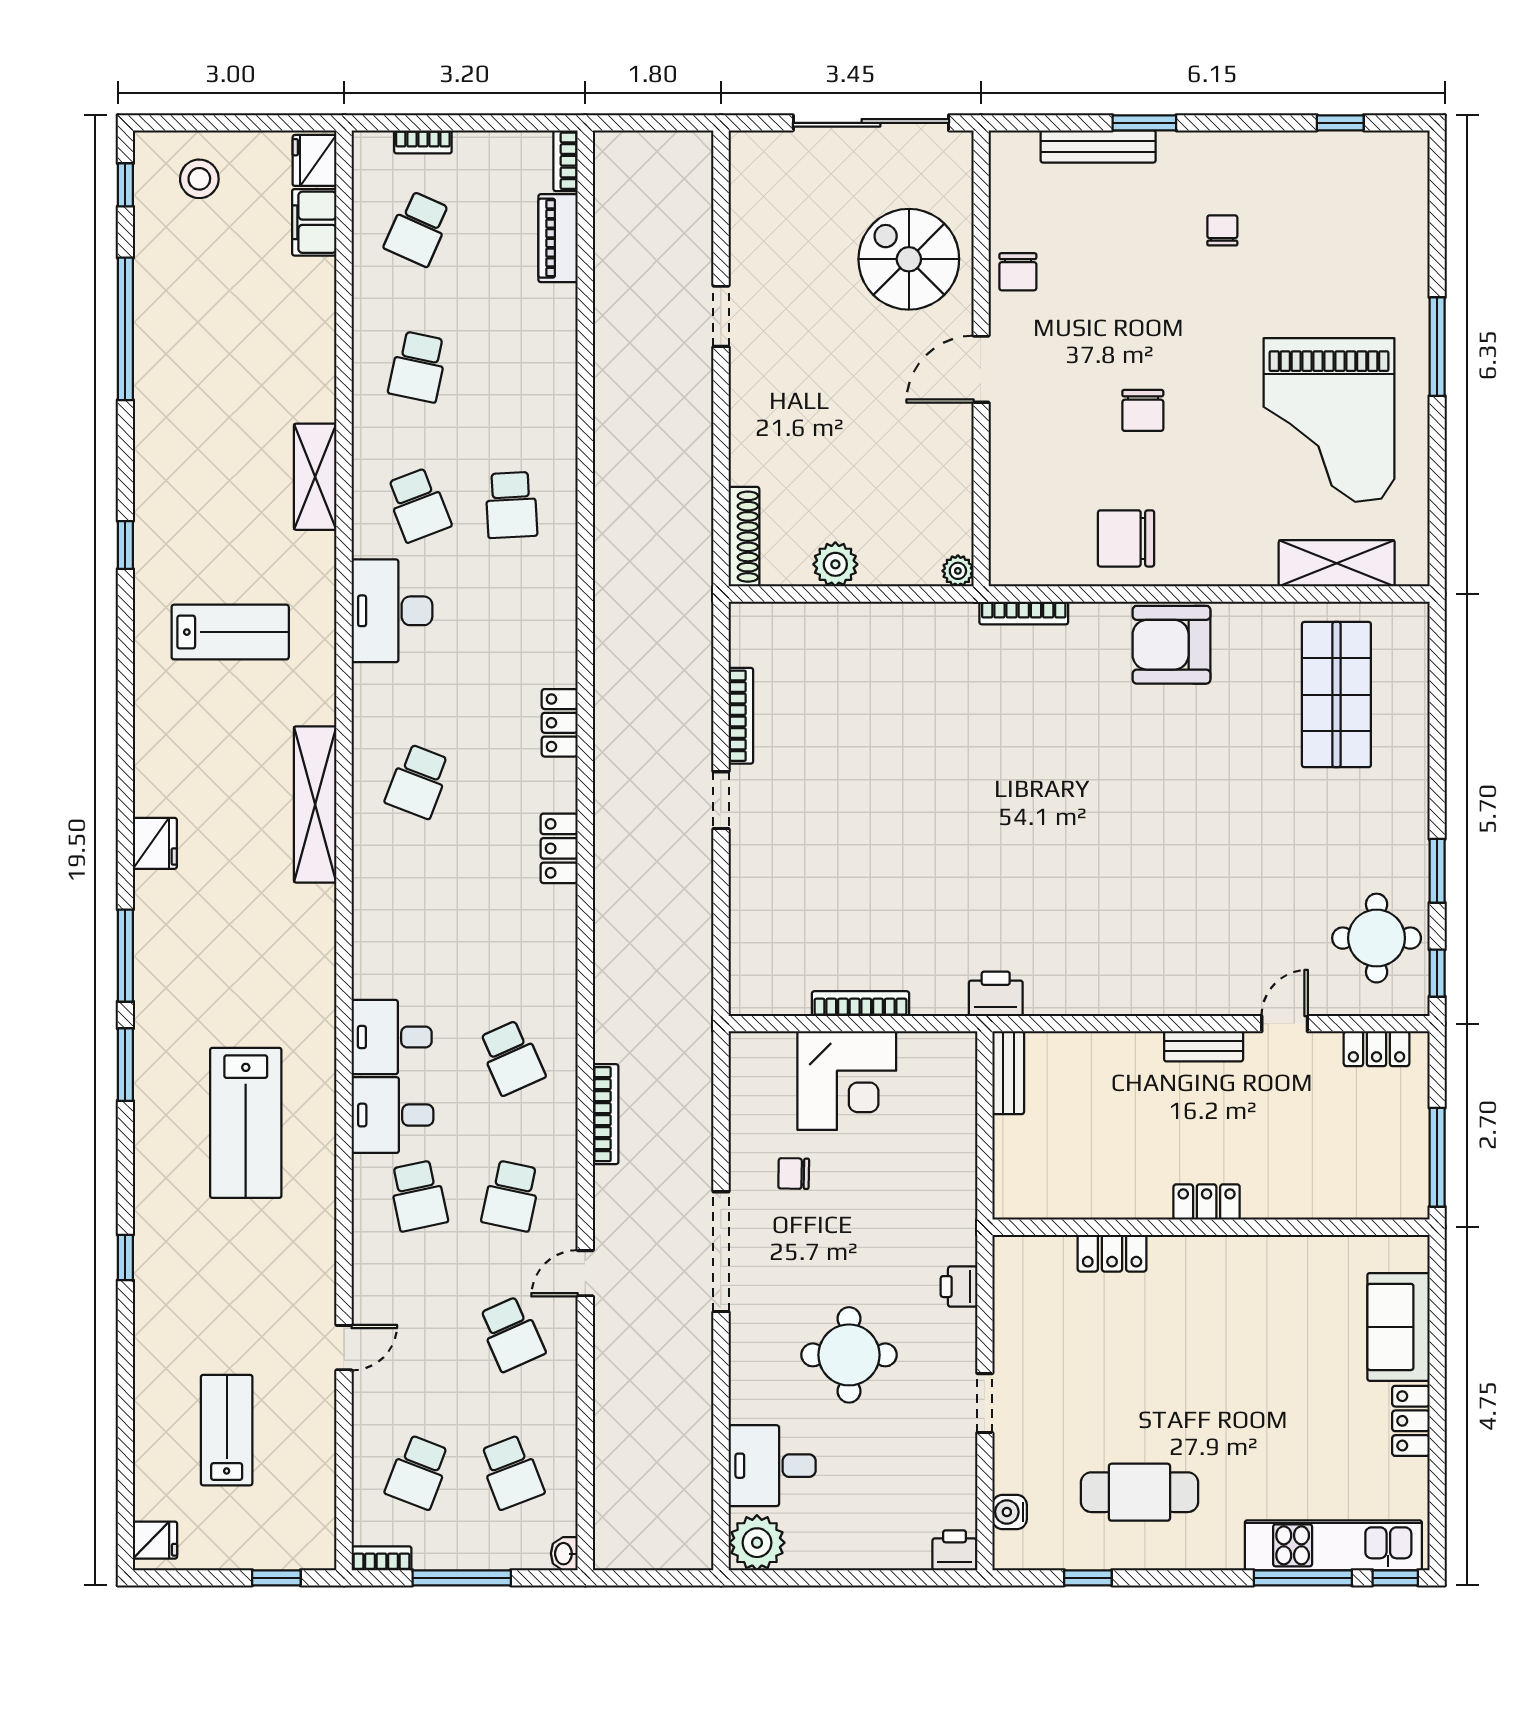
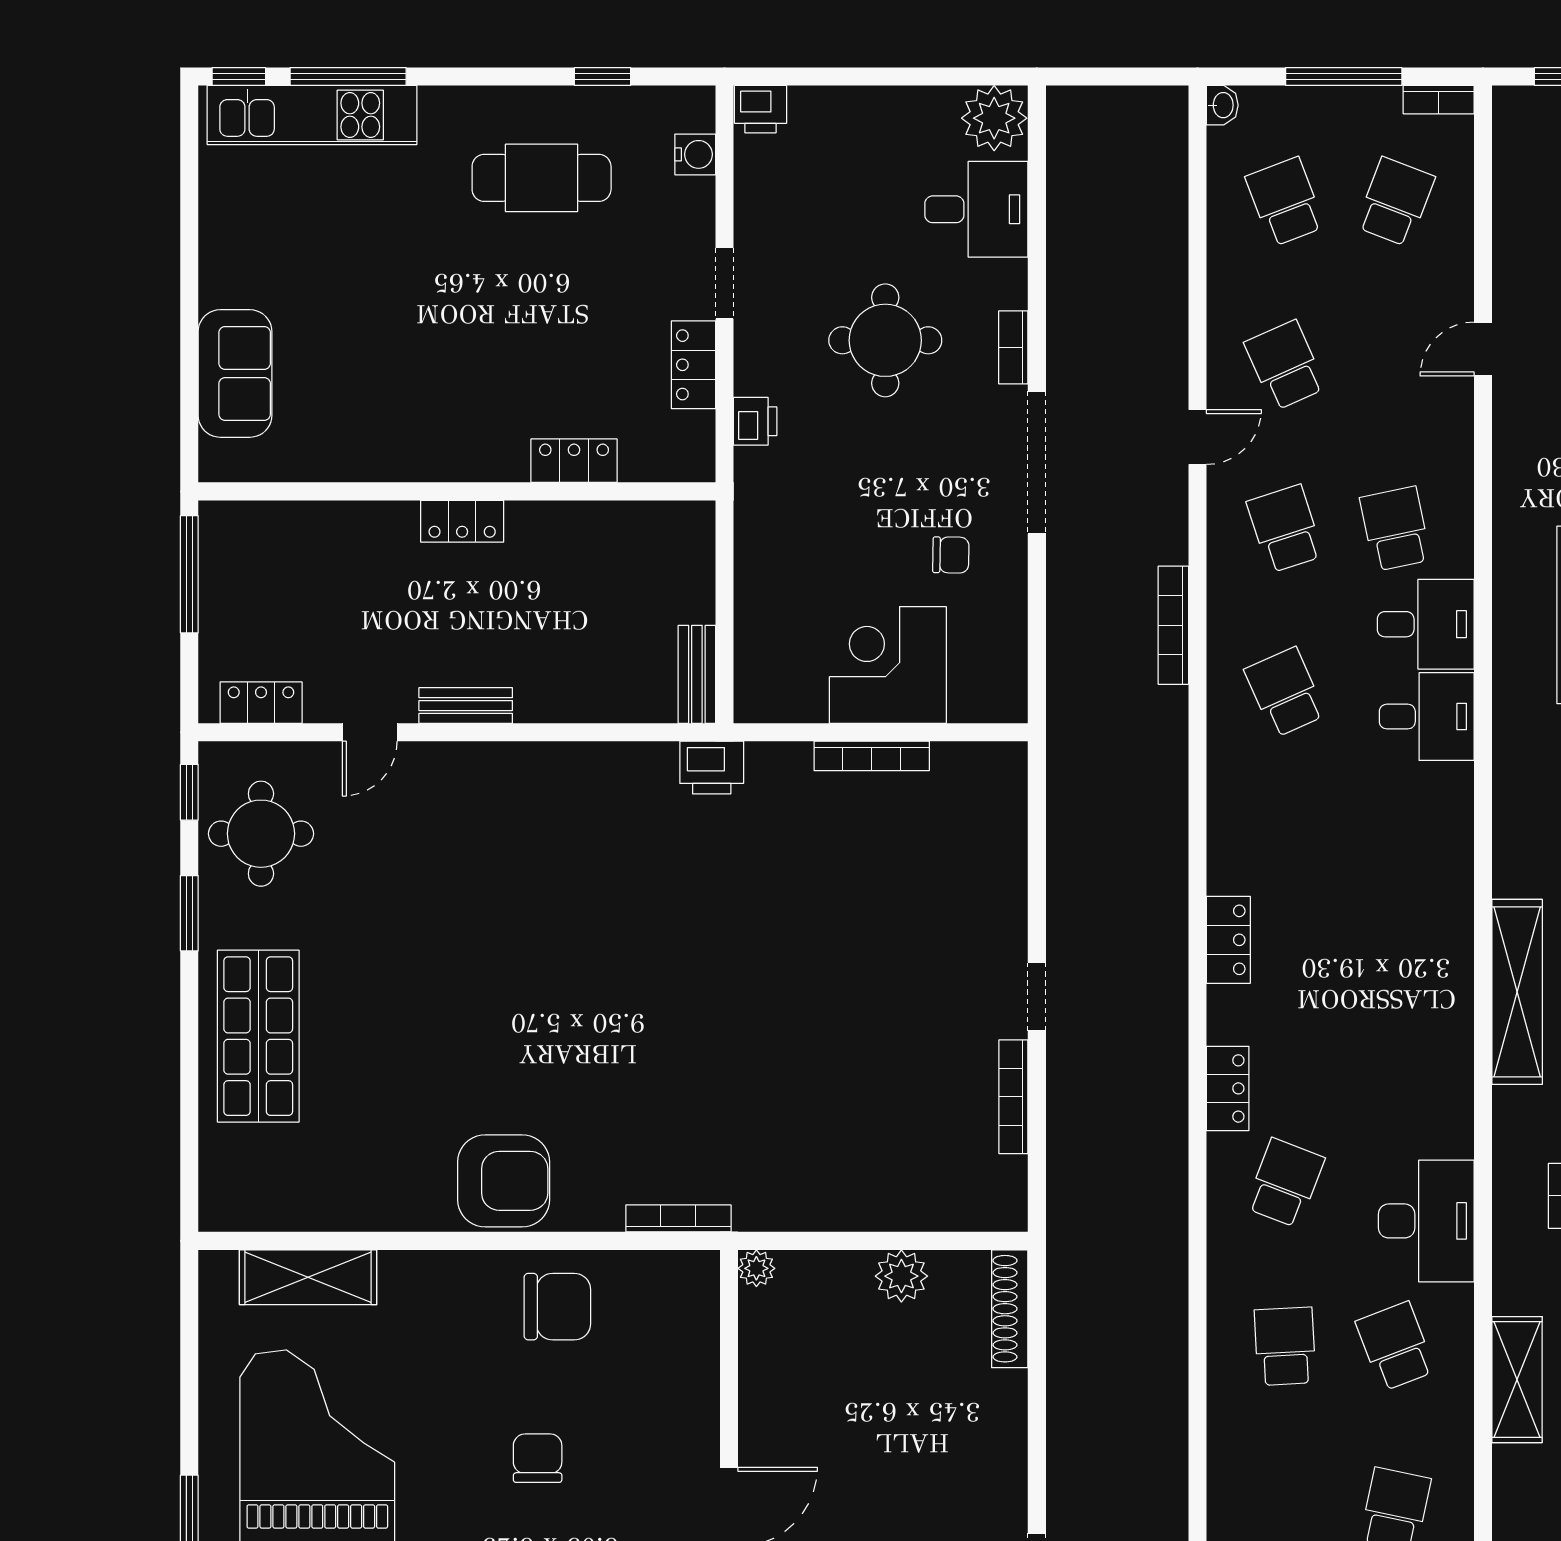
shop shelf: (1336, 695) -> (258, 1036), moved
school desk: (418, 781) -> (1285, 1183), moved
school desk: (511, 1196) -> (1285, 529), turned -30
bookcase: (741, 1349) -> (1013, 347), added
locker: (1411, 1421) -> (693, 365), moved, turned 180

